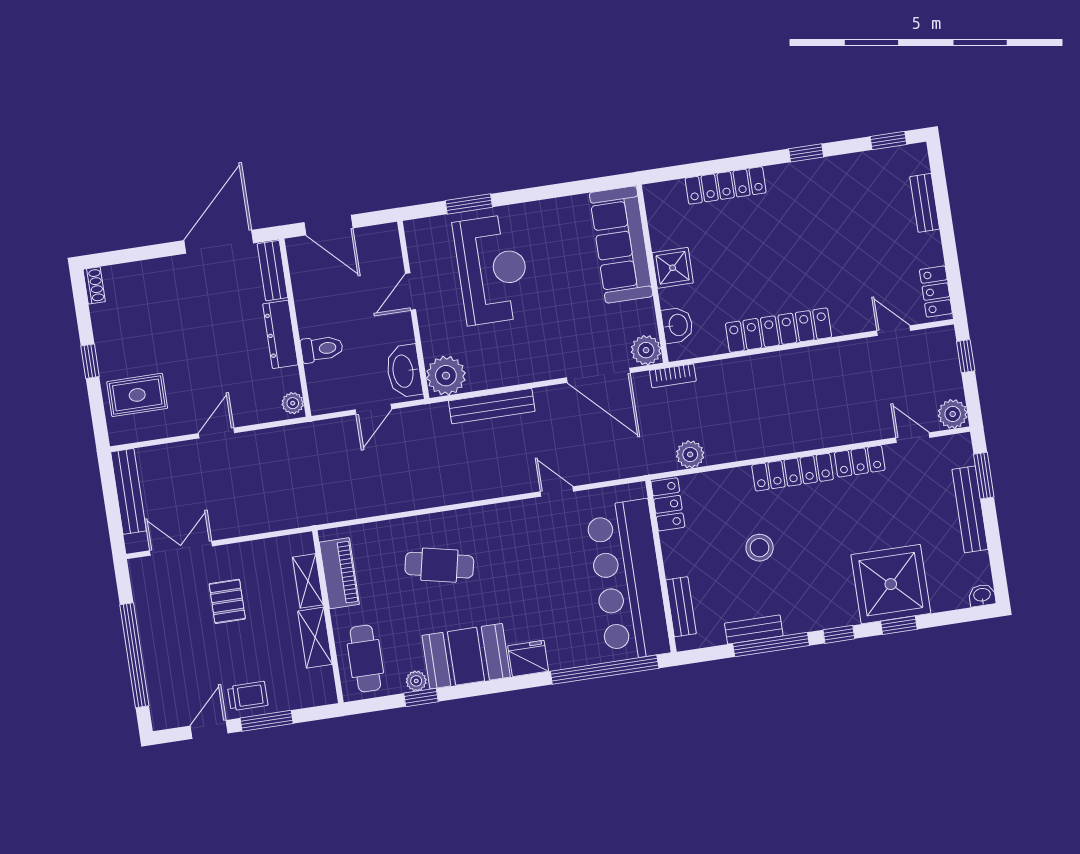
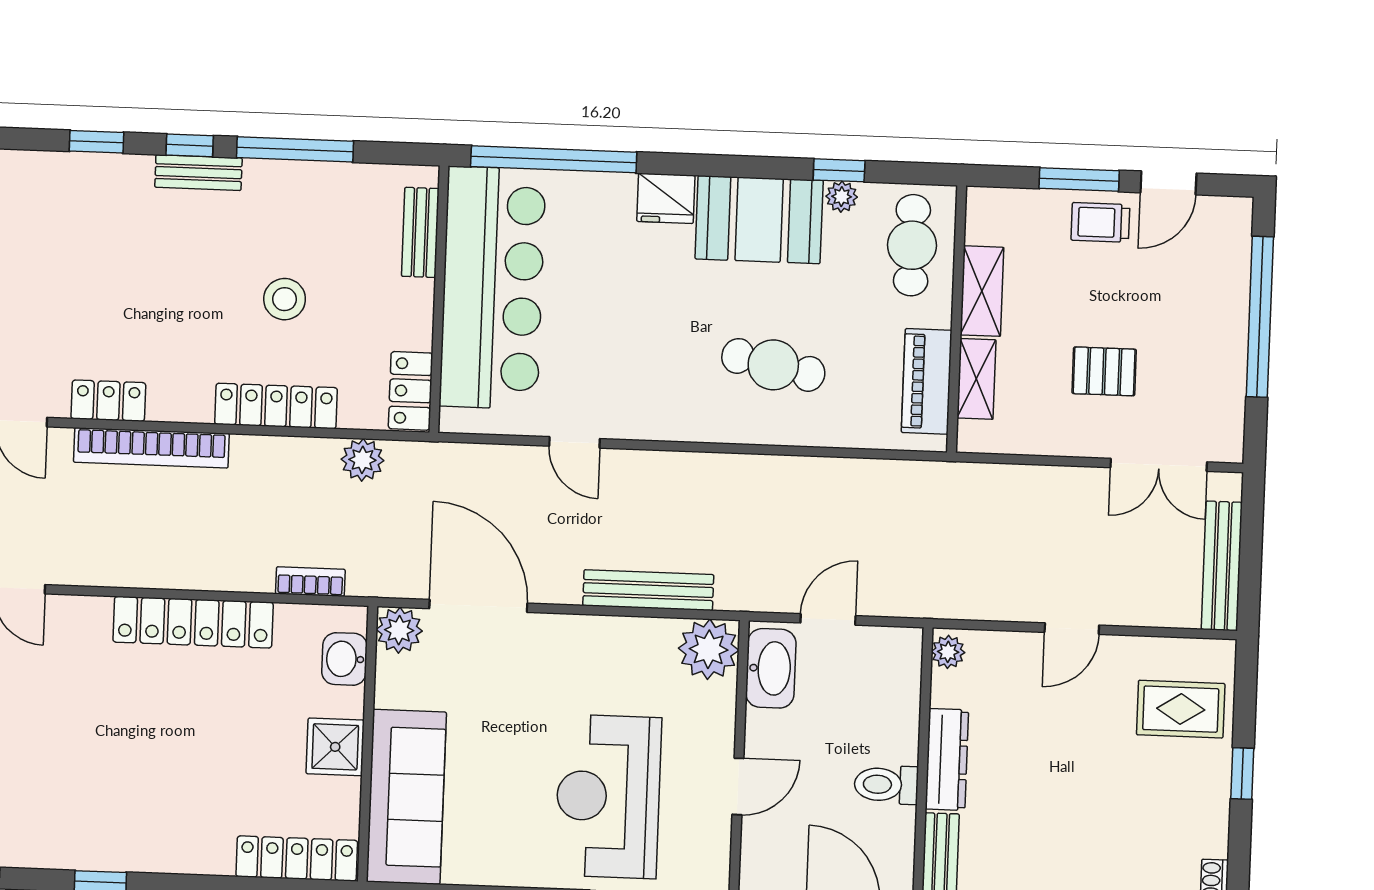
locker: (726, 185) -> (297, 858), moved
toilet: (322, 349) -> (886, 785), moved
bookcase: (673, 376) -> (310, 582), moved
bookcase: (826, 436) -> (151, 448), added
locker: (793, 472) -> (276, 406), moved
shower: (891, 584) -> (97, 206), removed
pallet: (227, 601) -> (1104, 371), turned 90
bench: (754, 629) -> (198, 173), moved

